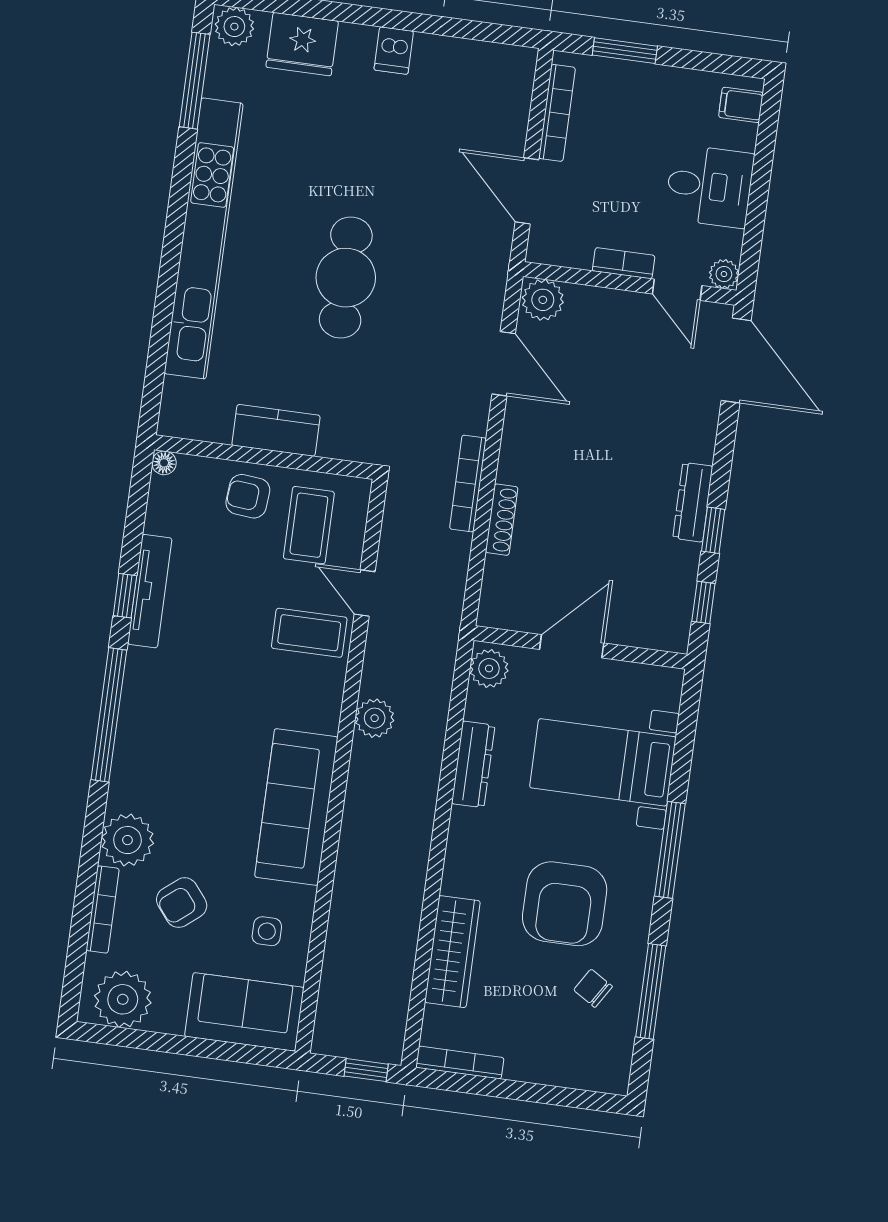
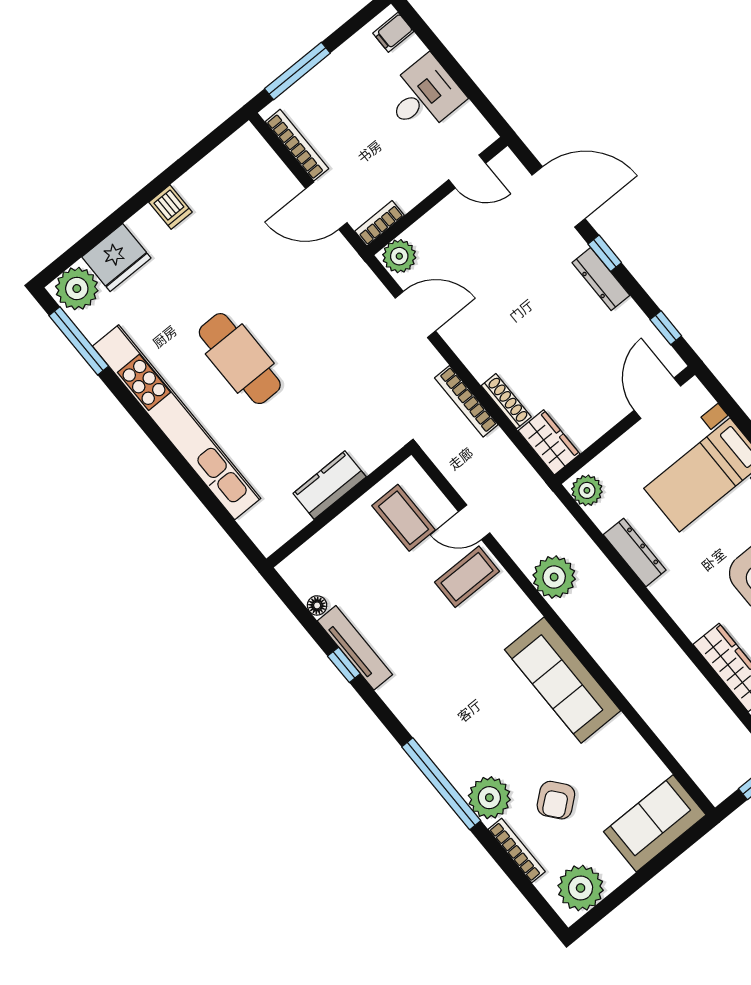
plant: (234, 27) -> (77, 289), width x1.36, depth x1.36
window: (625, 51) -> (297, 71), width x1.44
bookcase: (624, 263) -> (379, 223), moved
plant: (724, 274) -> (484, 135), removed
cafe table: (346, 278) -> (240, 359), moved
door: (736, 361) -> (559, 197), moved
floor lamp: (164, 463) -> (317, 605), moved
armchair: (248, 496) -> (353, 538), removed
window: (713, 530) -> (605, 253), moved
wardrobe: (501, 593) -> (549, 442), added
door: (572, 646) -> (657, 398), moved
window: (109, 715) -> (441, 784), moved
plant: (375, 718) -> (554, 577), width x1.36, depth x1.36
side table: (267, 931) -> (620, 766), removed

